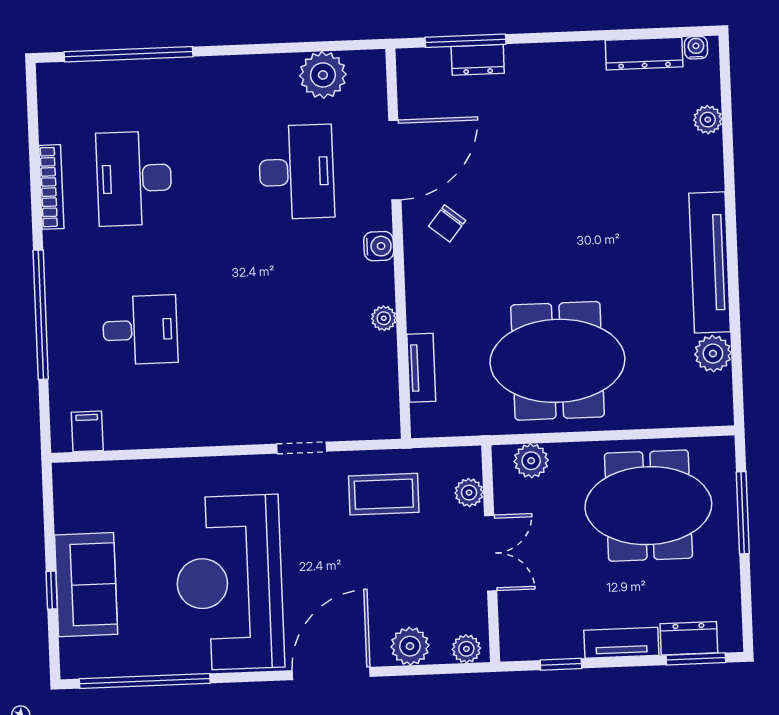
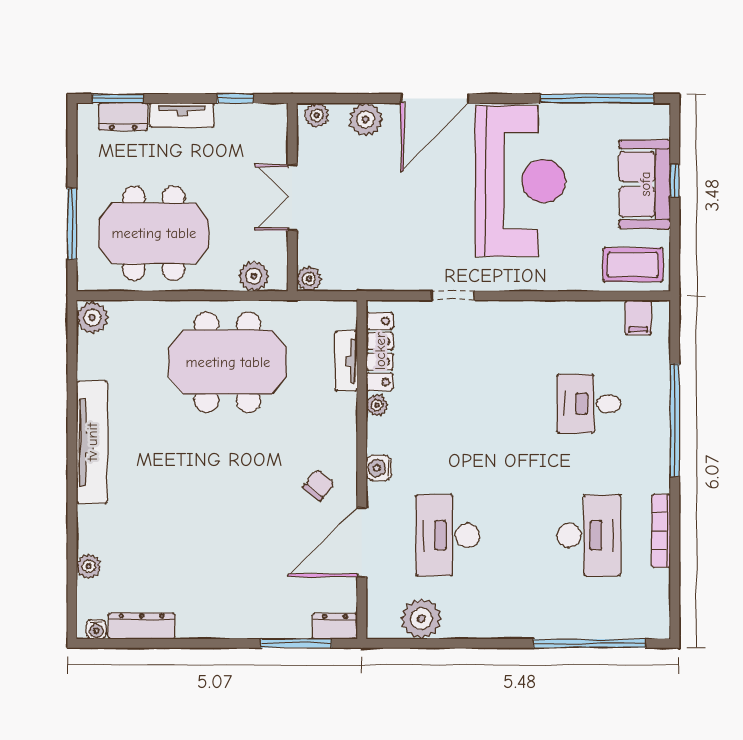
dresser: (478, 60) -> (335, 626), moved
plant: (713, 354) -> (92, 317), moved
locker: (383, 380) -> (380, 351), added
plant: (469, 493) -> (309, 279), moved
coffee table: (384, 494) -> (633, 265), moved

